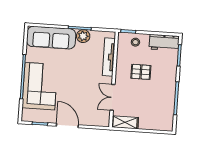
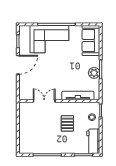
sofa: (51, 38) -> (91, 41), width x0.73
shelving: (125, 122) -> (24, 113), removed

